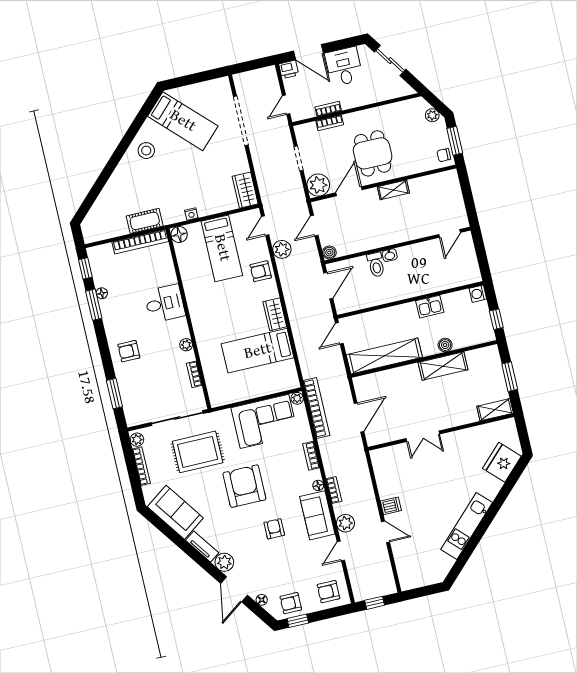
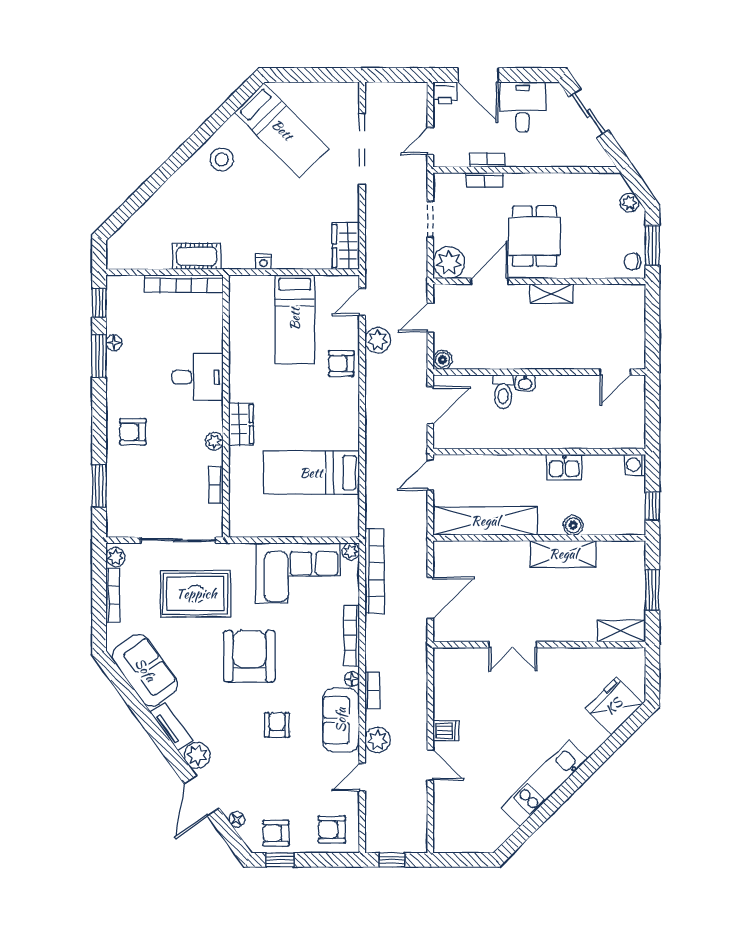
floor lamp: (179, 235) -> (240, 286), removed
wardrobe: (275, 314) -> (241, 424), moved, turned 180
bookcase: (311, 456) -> (352, 636), width x1.56

